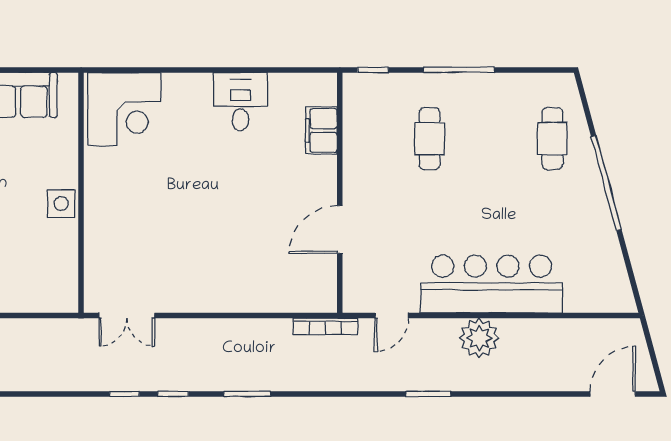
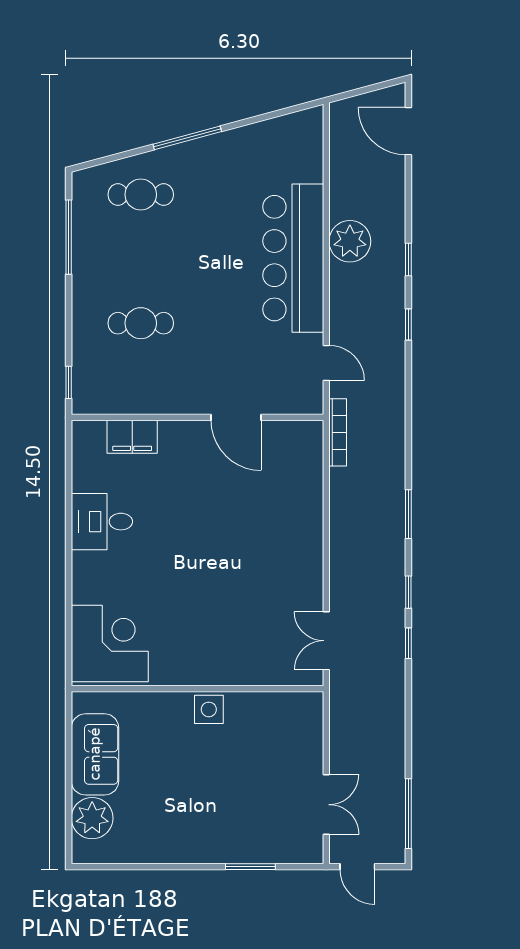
window: (459, 70) -> (69, 237), moved
window: (606, 183) -> (187, 138), width x0.68
double door: (127, 316) -> (326, 641), swing flipped
plant: (479, 338) -> (350, 241), moved
window: (428, 394) -> (408, 324), width x0.67
window: (490, 394) -> (408, 260), added

